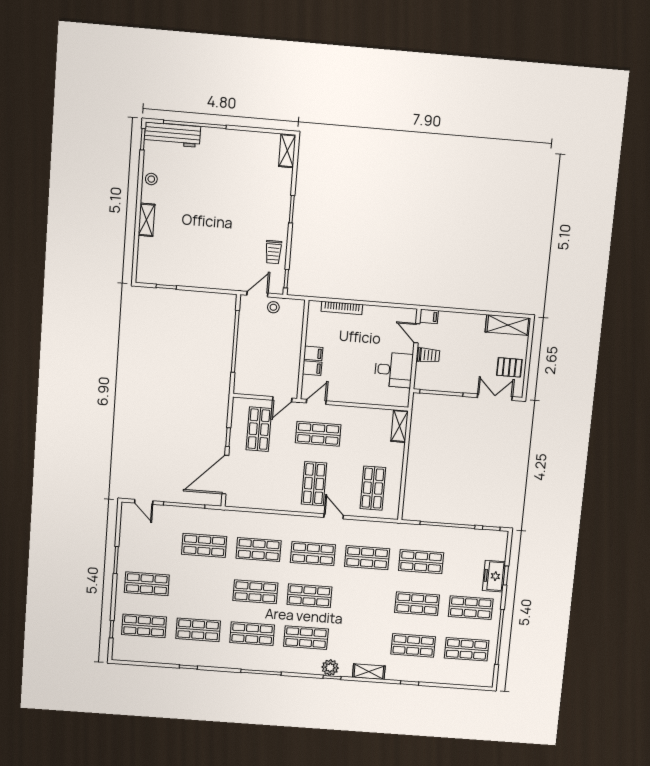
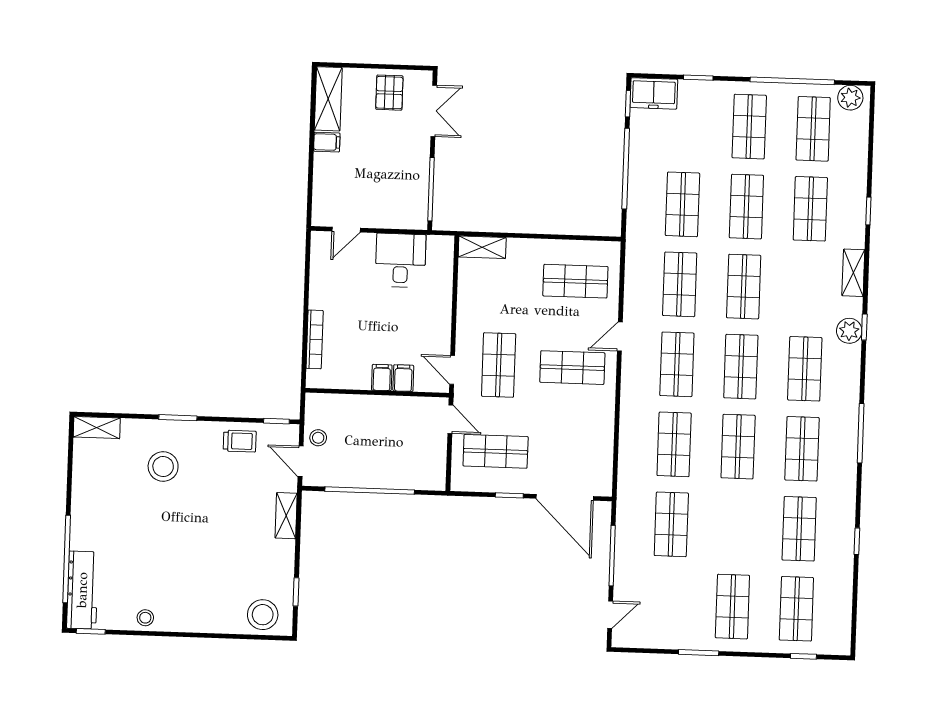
stool: (258, 197) -> (163, 467), added
shelving: (147, 220) -> (286, 516), moved, turned 90
stool: (151, 263) -> (263, 615), added
filing cabinet: (429, 316) -> (327, 142), moved, turned 90
trolley: (429, 355) -> (377, 211), removed
double door: (495, 397) -> (434, 111), swing flipped
freezer: (494, 576) -> (654, 93), moved
shop shelf: (363, 600) -> (744, 287), added
plant: (486, 674) -> (850, 98), added

